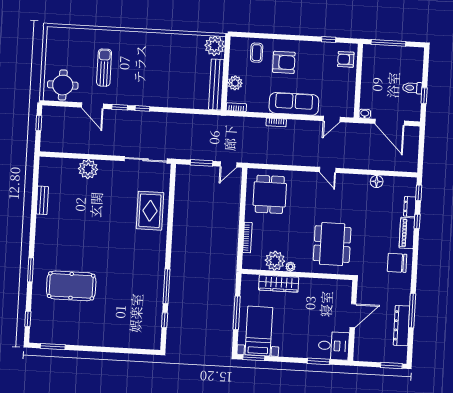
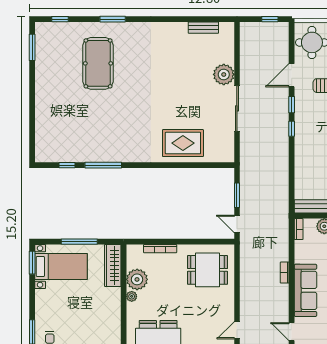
sliding door: (146, 160) -> (237, 108), moved
bench: (42, 200) -> (203, 28), moved
wardrobe: (279, 284) -> (113, 265), moved

